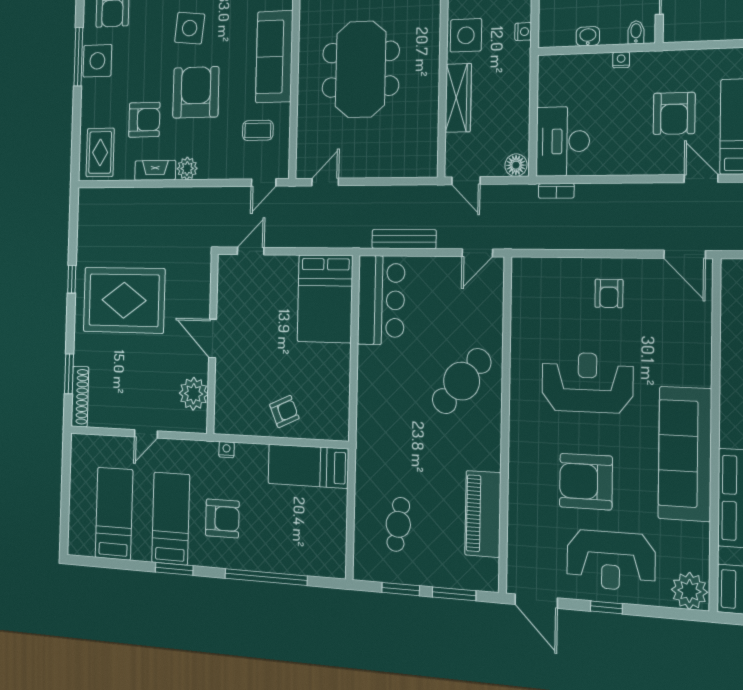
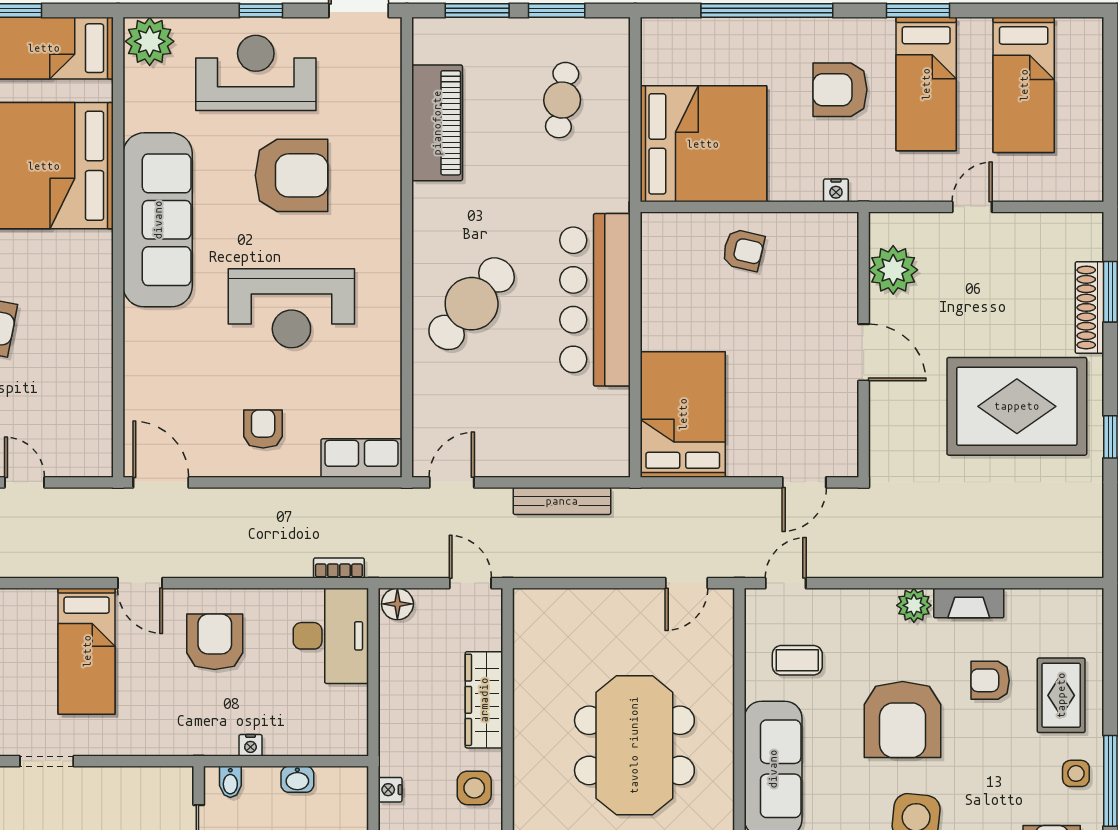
side table: (466, 35) -> (474, 788), width x0.73, depth x0.73
side table: (97, 61) -> (1076, 773), width x0.54, depth x0.54
armchair: (674, 113) -> (215, 642), moved
armchair: (144, 120) -> (990, 680), width x0.72, depth x0.72
rug: (100, 152) -> (1061, 695), moved
row of seats: (539, 271) -> (361, 458), added
bar counter: (381, 300) -> (595, 300), moved, width x1.36
shoe rack: (80, 397) -> (1090, 307), moved
armchair: (284, 411) -> (743, 250), turned -143
bed: (308, 466) -> (703, 144), width x2.04

